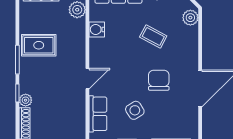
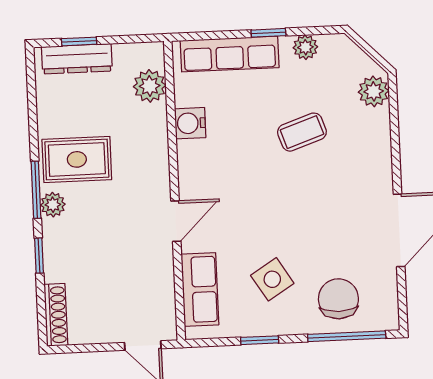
coffee table: (153, 37) -> (302, 132), turned -47
chair: (159, 80) -> (338, 299), moved
plant: (26, 100) -> (53, 205), moved

